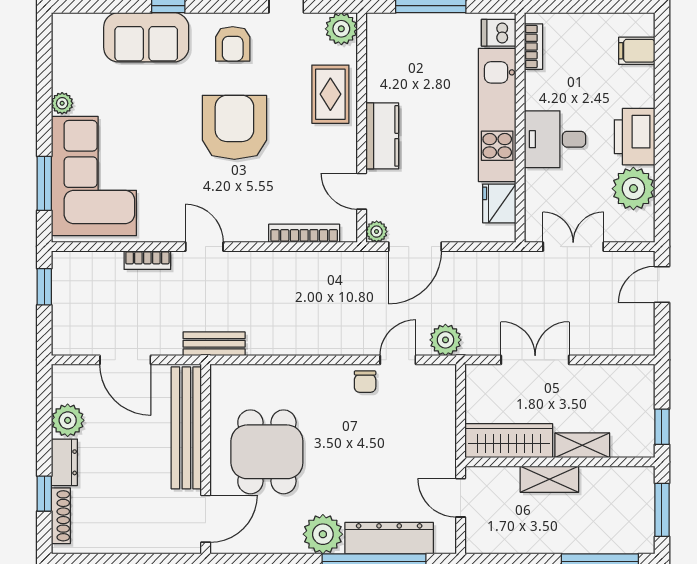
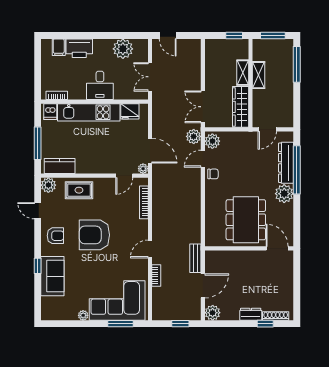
kitchen counter: (382, 136) -> (60, 166), moved
printer: (635, 137) -> (79, 48), moved
window: (44, 287) -> (180, 324), moved
bench: (214, 344) -> (195, 258), moved
door: (398, 360) -> (203, 159), hinge flipped
double door: (535, 360) -> (203, 107), moved
plant: (436, 380) -> (212, 141), added
plant: (68, 420) -> (213, 313), moved
bench: (186, 428) -> (235, 257), removed
dining table: (267, 452) -> (246, 220), width x1.37
shelving: (549, 479) -> (259, 75), moved

